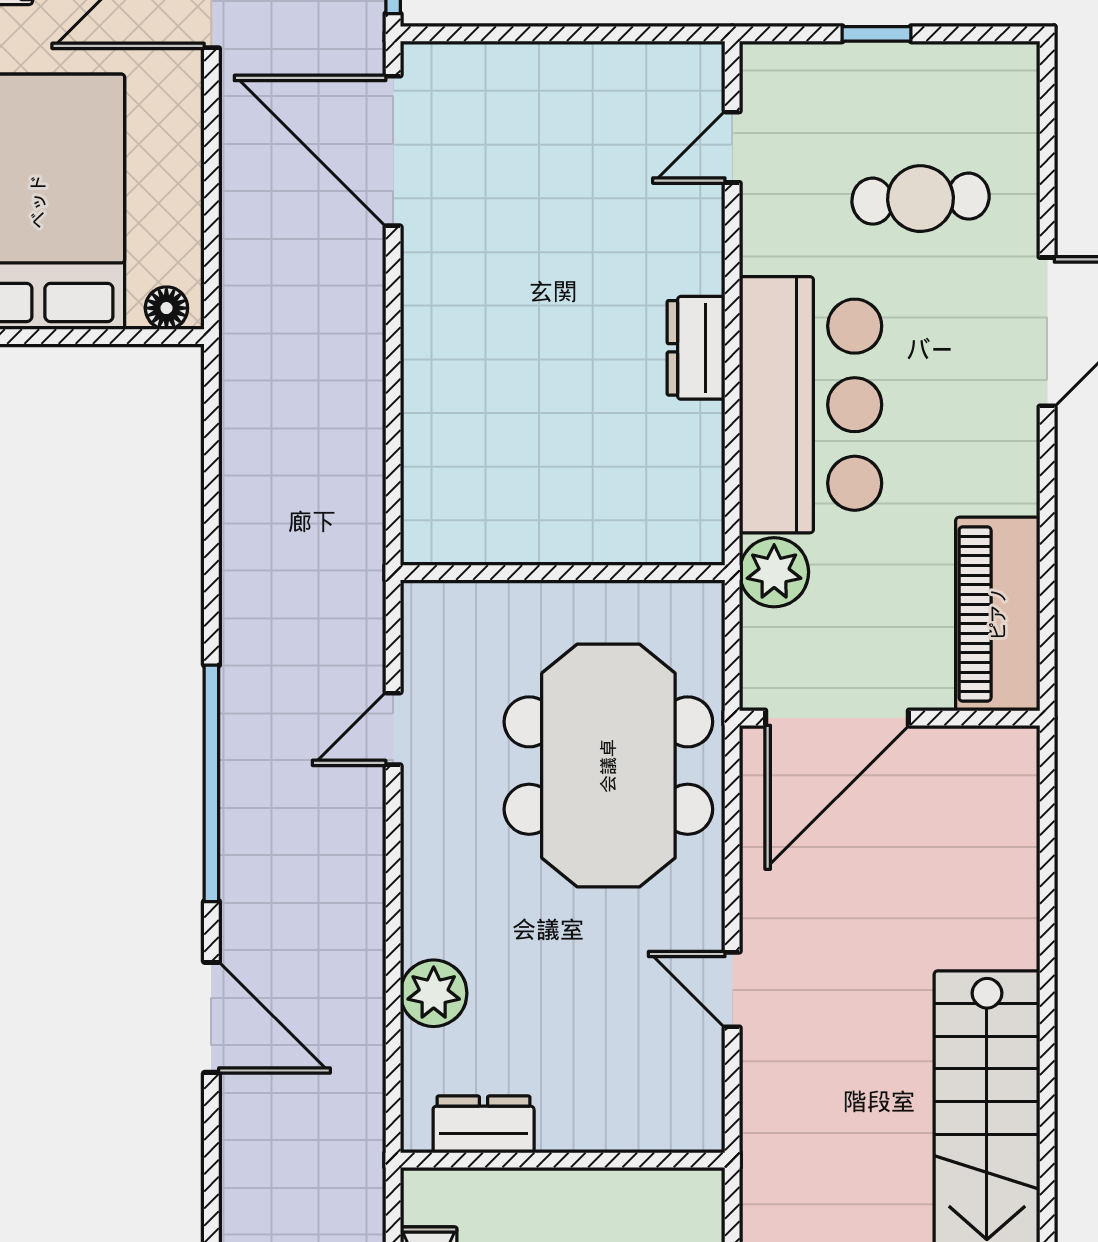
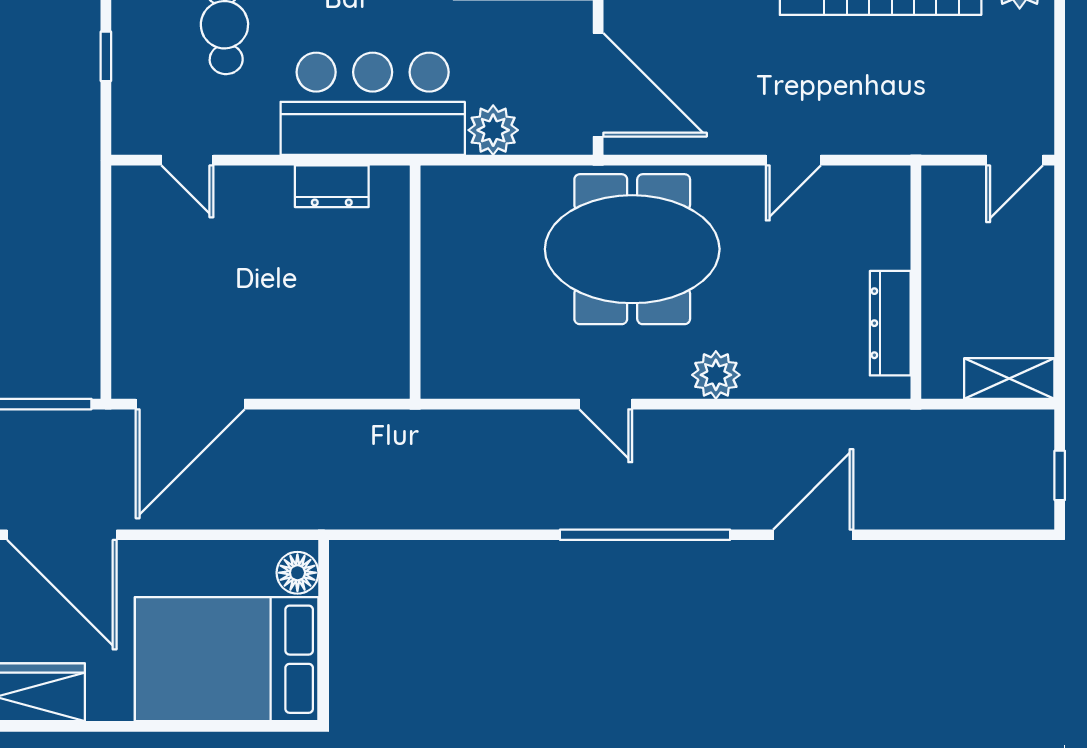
floor lamp: (166, 308) -> (297, 573), width x1.37, depth x1.37
wall: (563, 573) -> (415, 282), moved
plant: (434, 993) -> (716, 375), moved
dresser: (484, 1124) -> (890, 323), width x1.44

